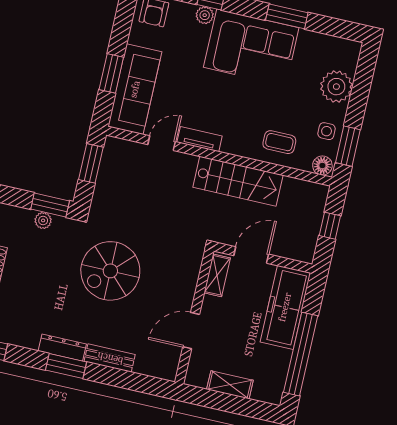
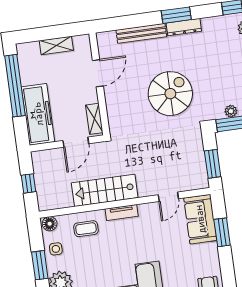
sofa: (135, 89) -> (200, 219), width x0.73
tv unit: (200, 139) -> (122, 213), moved
window: (348, 146) -> (40, 265), moved
bench: (110, 358) -> (141, 33), width x1.36

